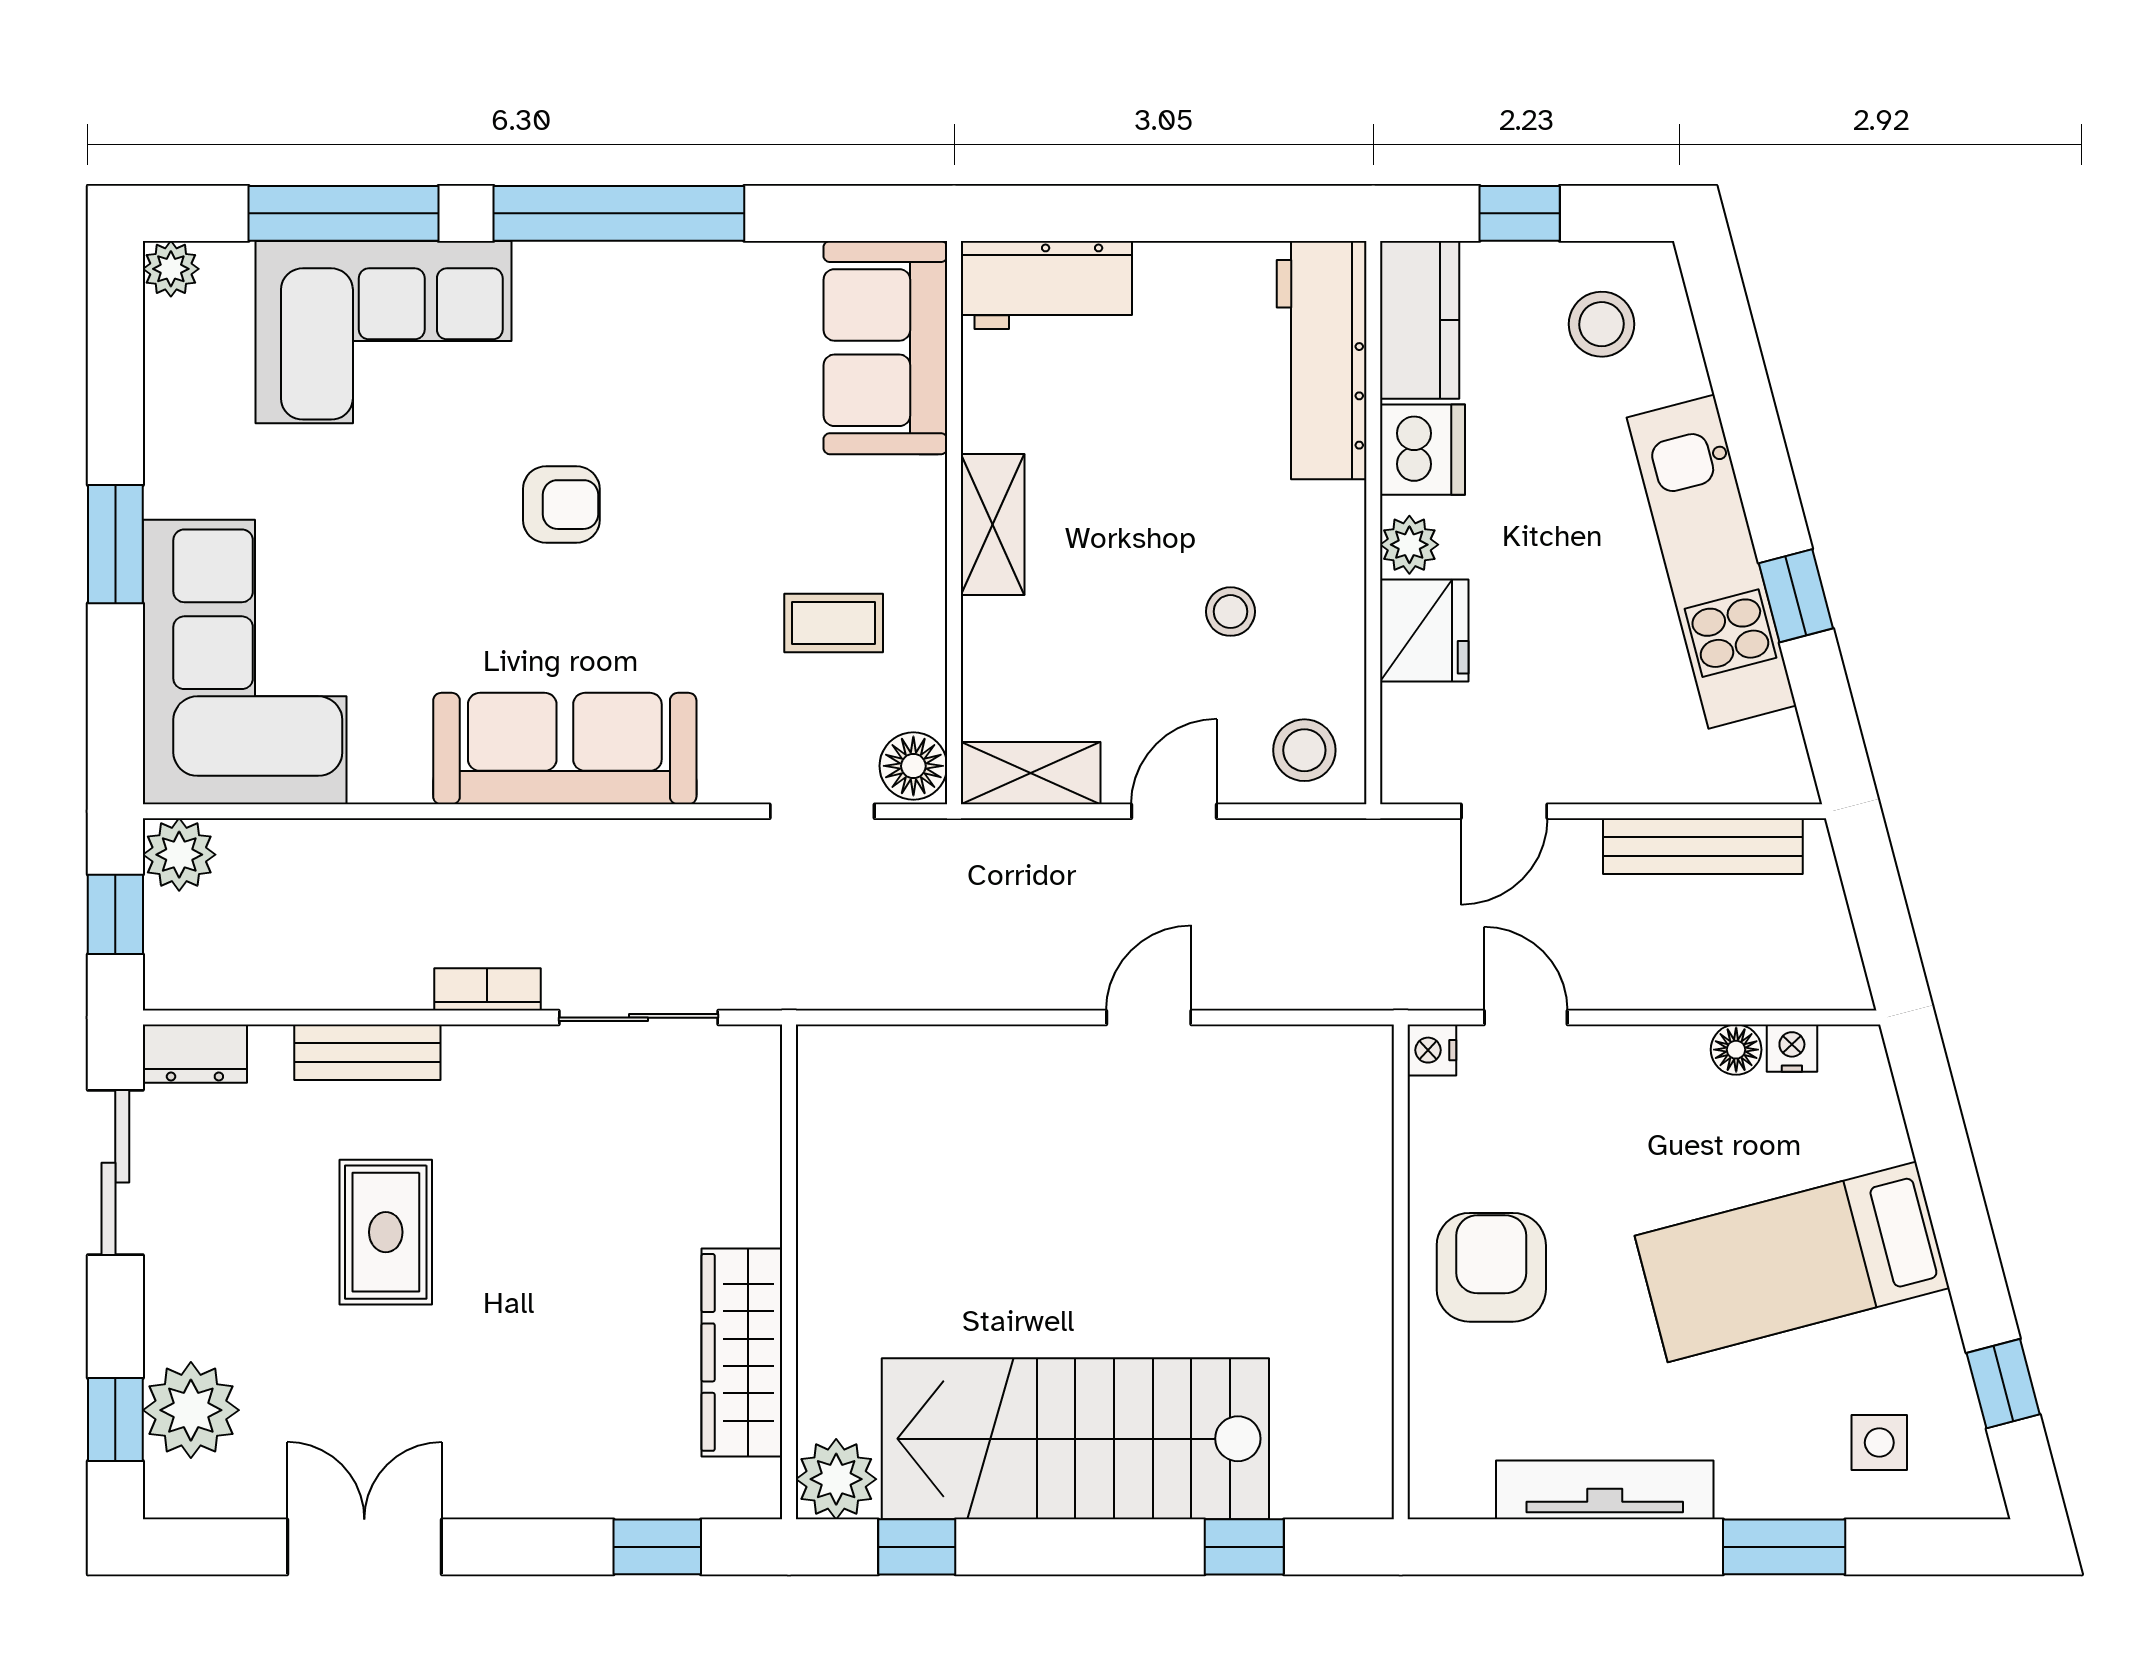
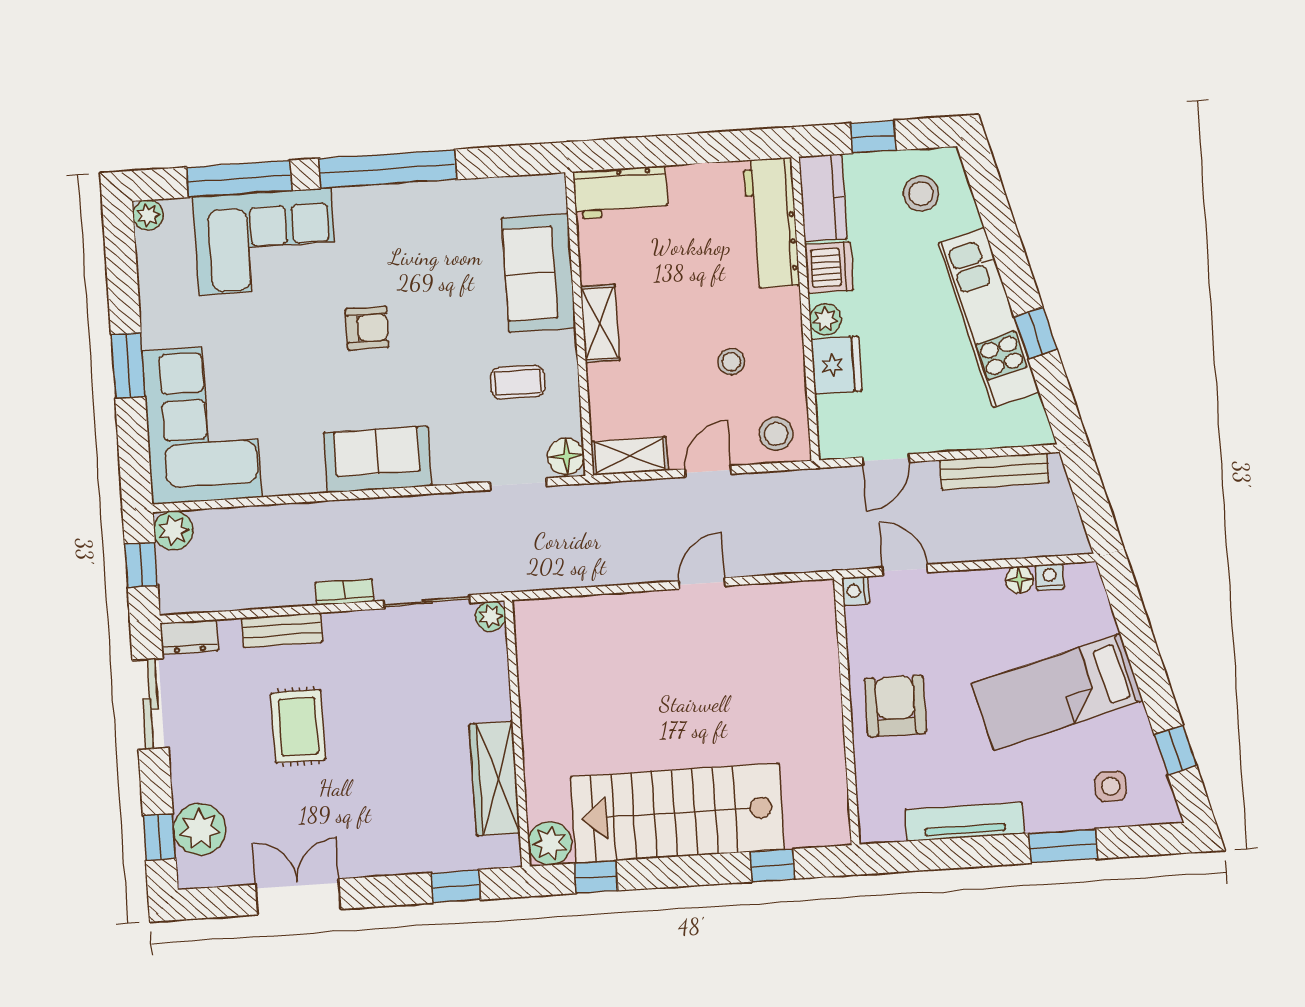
sofa: (885, 348) -> (539, 273), moved
sofa: (565, 749) -> (378, 459), width x0.73
plant: (754, 1052) -> (490, 616), added

